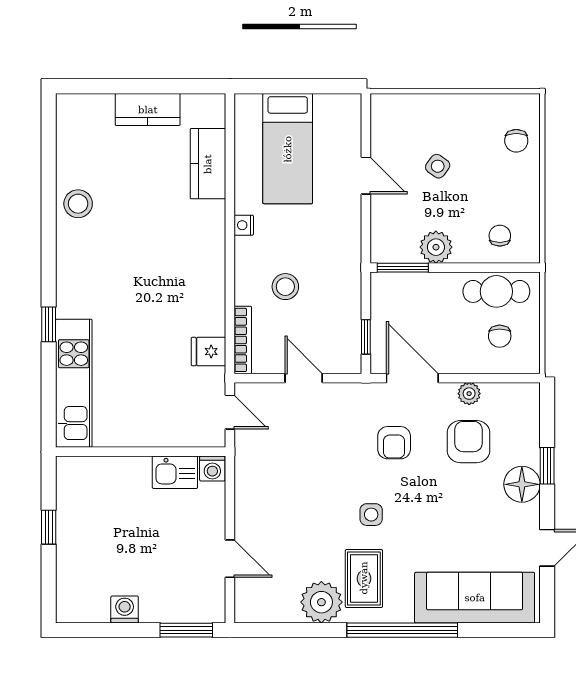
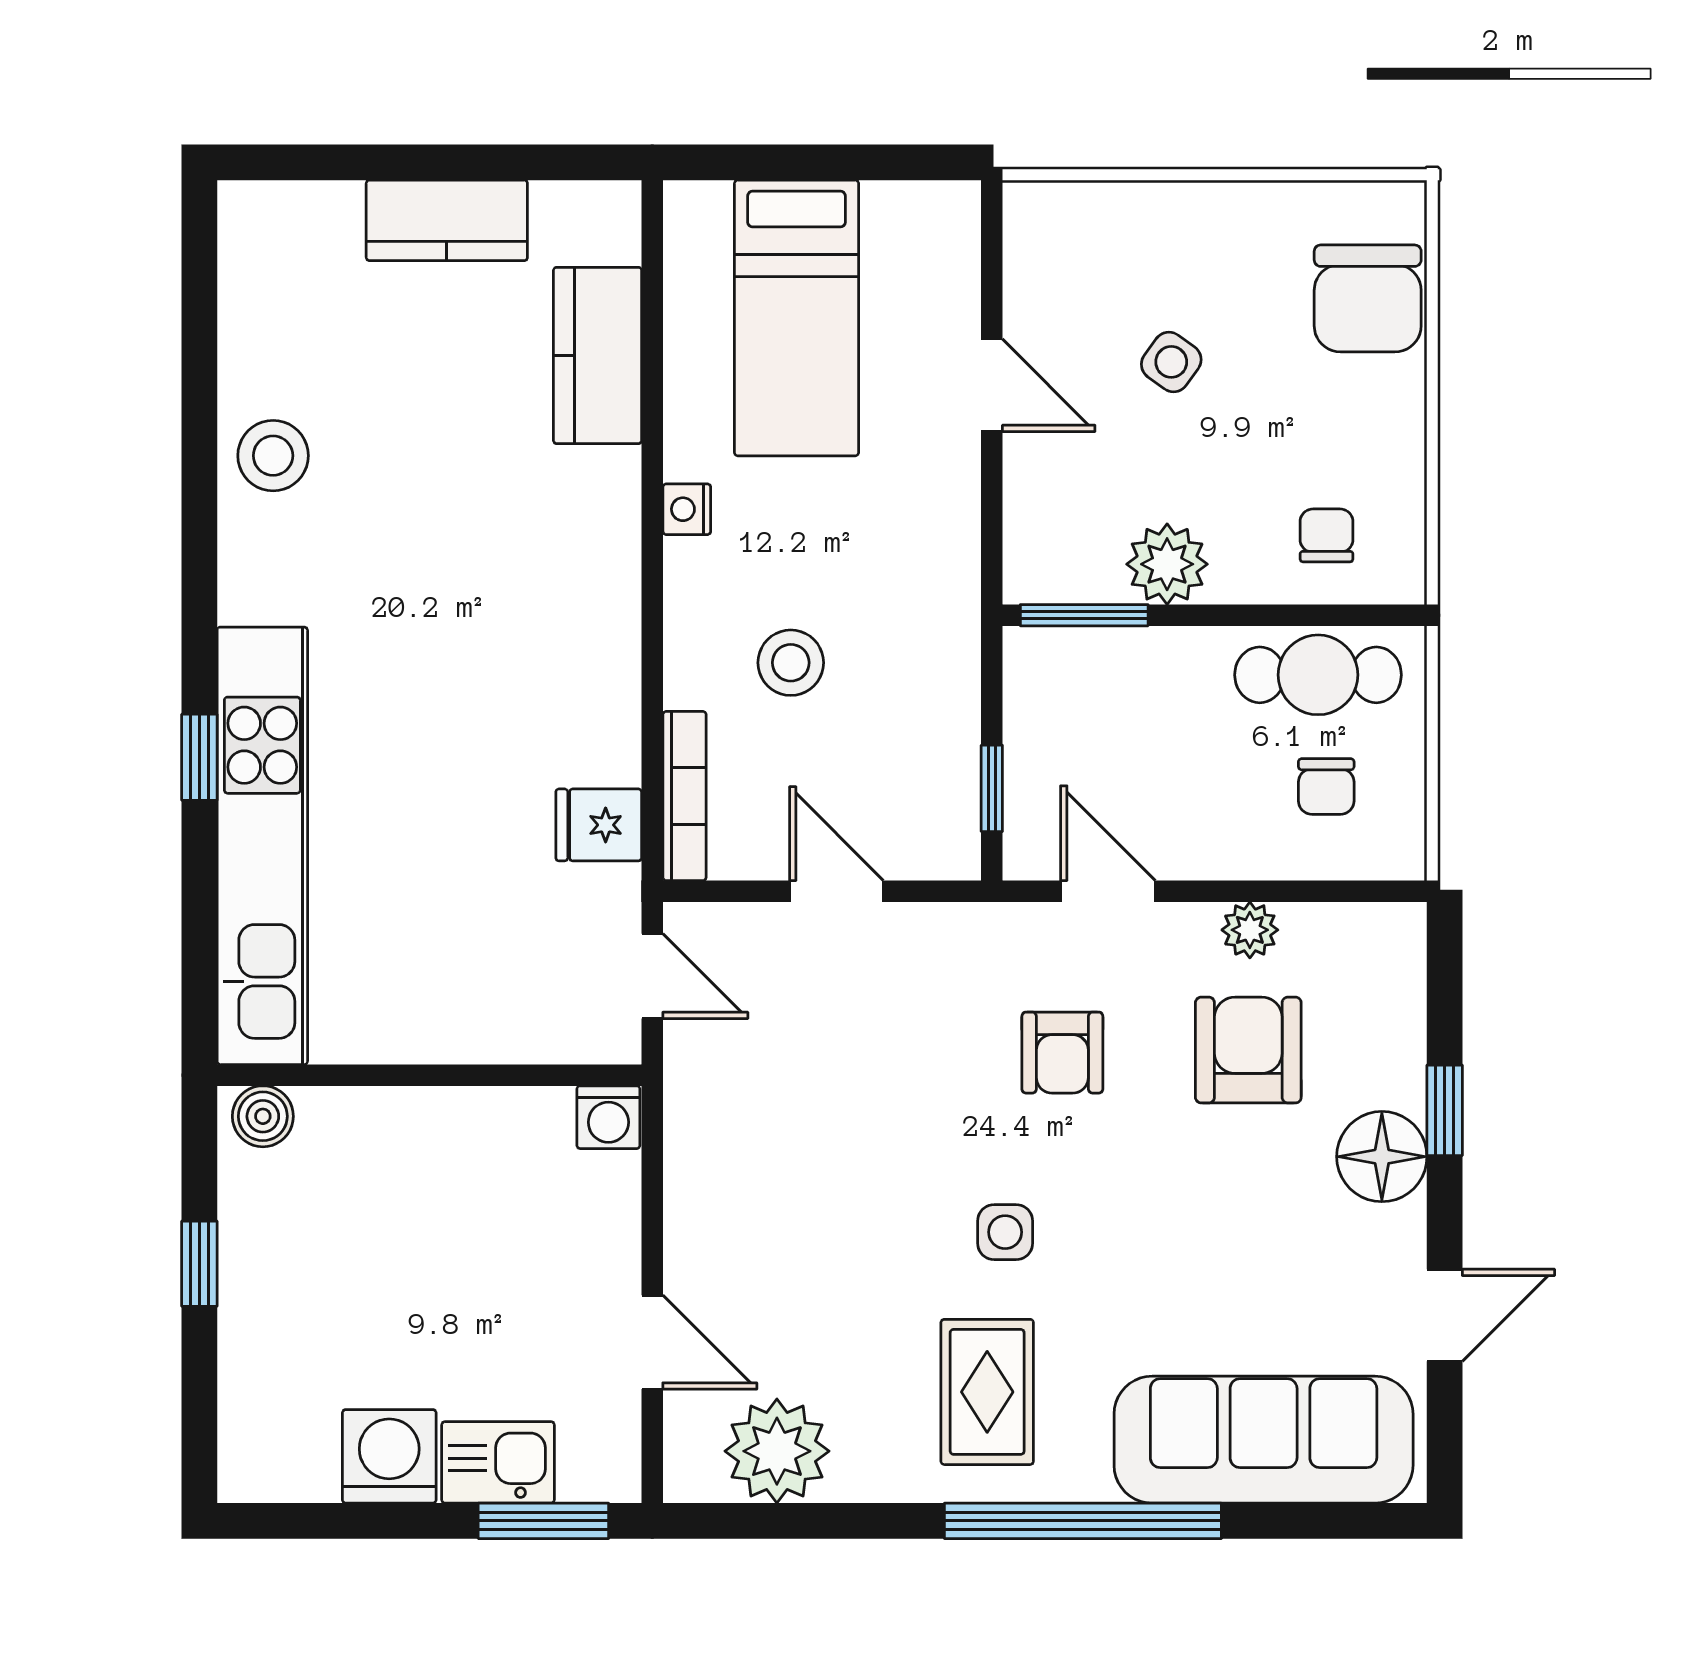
chair: (516, 141) -> (1368, 298), width x1.87, depth x1.87
door: (412, 378) -> (1108, 891), width x0.73
kitchen unit: (74, 383) -> (262, 846), width x1.36
boiler: (74, 468) -> (263, 1116), added
kitchen sink: (175, 472) -> (498, 1462), moved, turned 180
plant: (321, 602) -> (777, 1451), moved
washing machine: (125, 609) -> (389, 1456), width x1.38, depth x1.38

